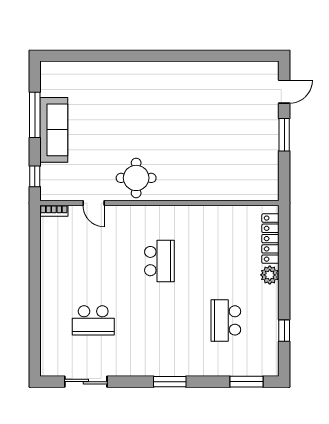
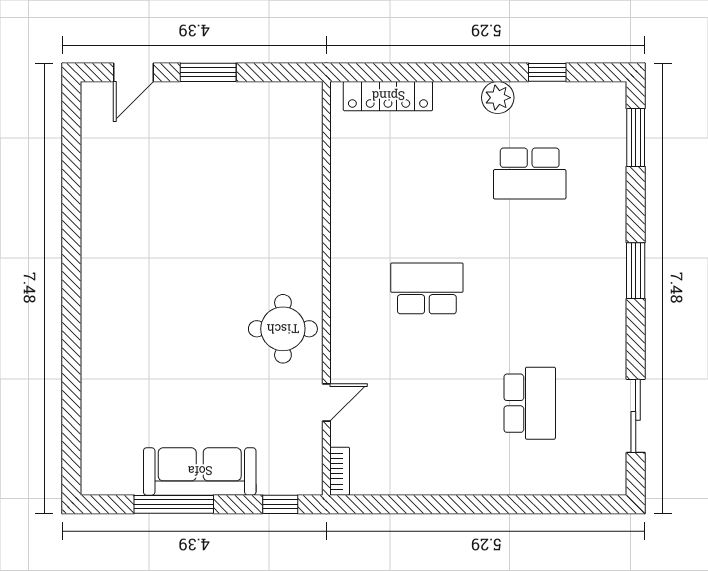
door: (284, 92) -> (133, 72), swing flipped
plant: (270, 275) -> (498, 98), moved

